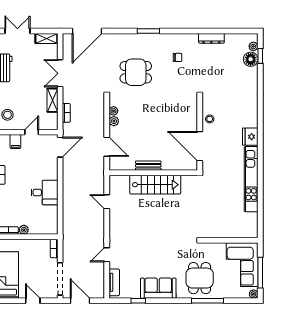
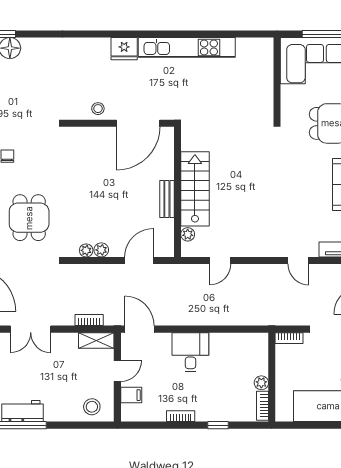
shelving: (52, 100) -> (96, 340), moved
door: (32, 132) -> (117, 371), swing flipped
plant: (124, 180) -> (188, 234), added
desk: (44, 193) -> (190, 352), moved

